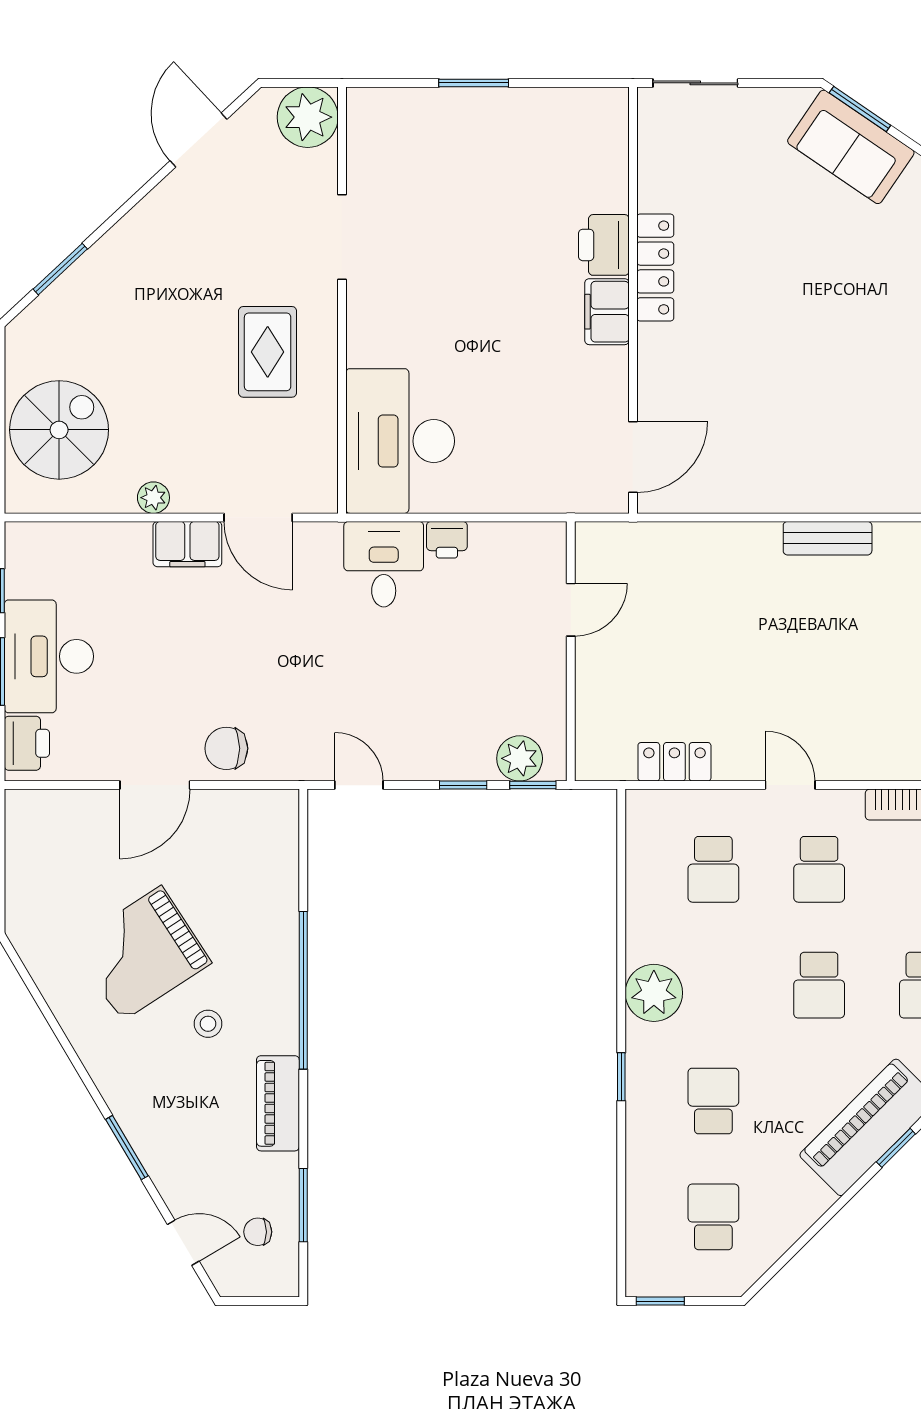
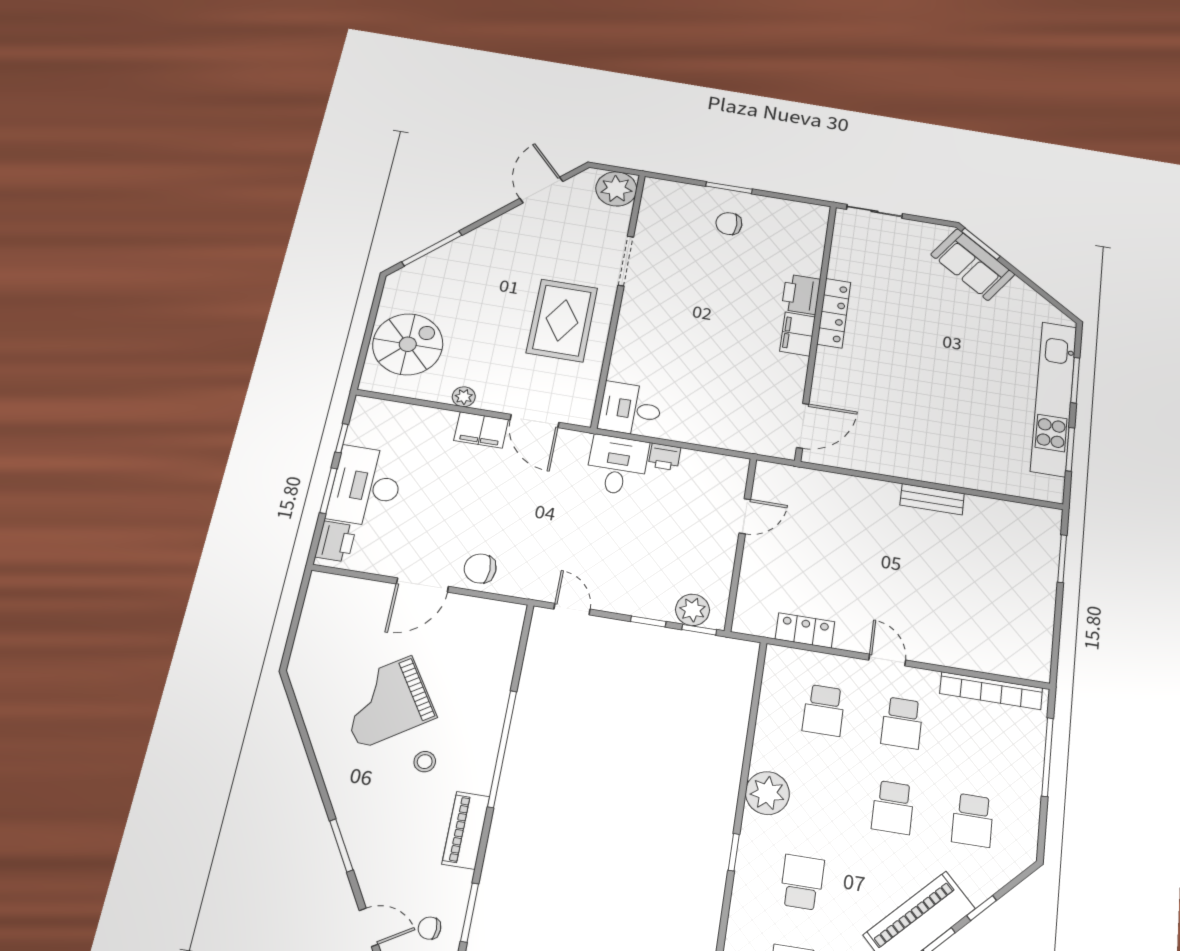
chair: (482, 145) -> (729, 224), added
window: (60, 269) -> (432, 248), width x1.44
rug: (268, 352) -> (562, 320), width x1.36, depth x1.43
desk: (400, 441) -> (630, 409), width x0.53, depth x0.77

